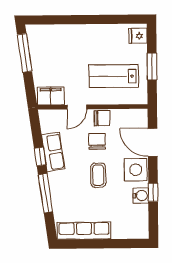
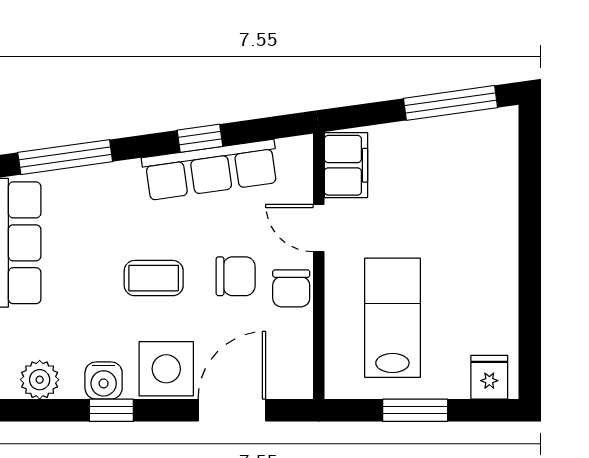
row of seats: (53, 152) -> (211, 170), width x1.48
window: (46, 193) -> (65, 157), moved
plant: (141, 222) -> (40, 380), added

